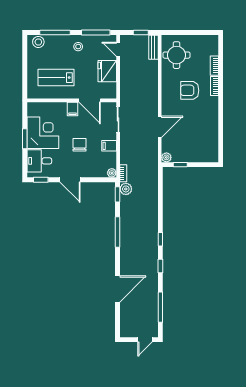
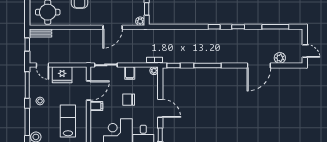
door: (118, 49) -> (42, 65), hinge flipped
lab bench: (56, 78) -> (68, 121), turned 180
door: (160, 127) -> (113, 27), swing flipped
door: (70, 180) -> (160, 108), hinge flipped
plant: (126, 189) -> (280, 58), moved
door: (117, 289) -> (259, 65), swing flipped
door: (145, 340) -> (305, 51), moved

